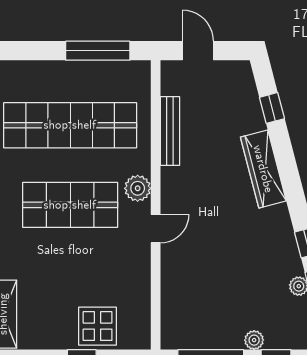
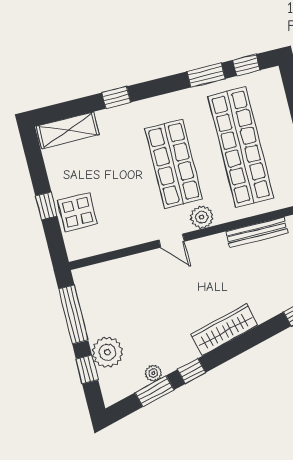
wardrobe: (263, 169) -> (224, 330), moved
plant: (254, 340) -> (107, 352), width x1.88, depth x1.88

